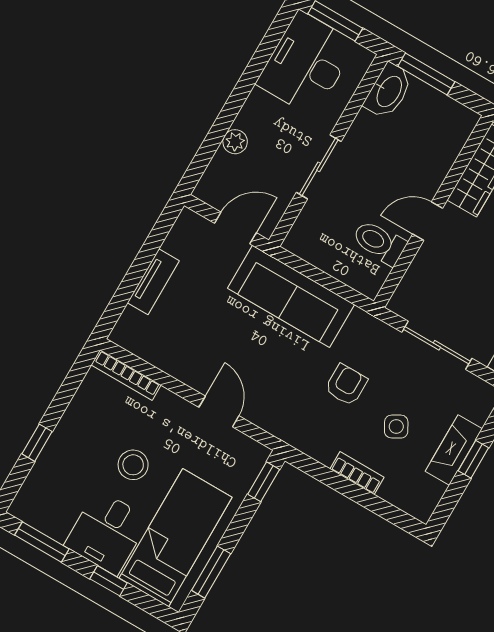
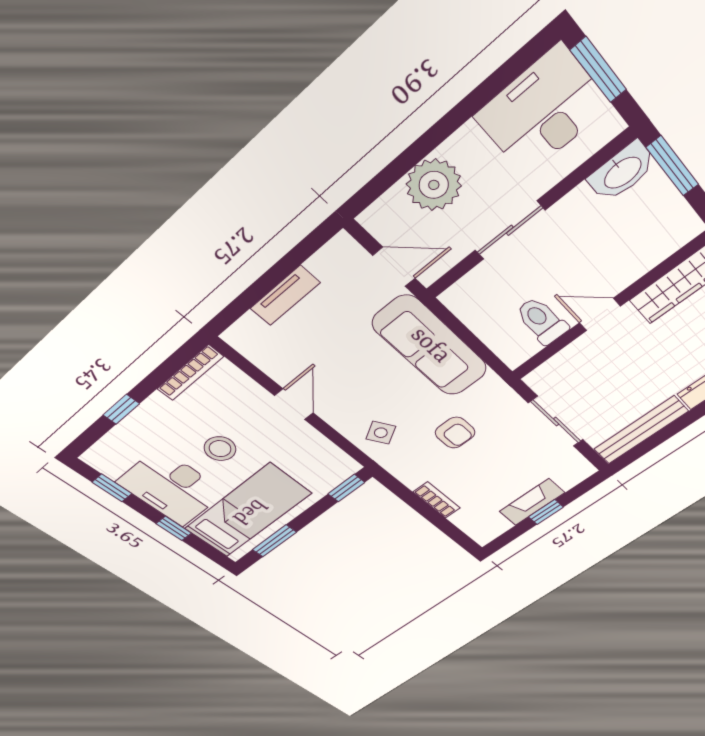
plant: (235, 142) -> (434, 185), width x1.87, depth x1.87
bookcase: (126, 375) -> (190, 373), moved, turned -90
armchair: (346, 385) -> (455, 433), turned 90
door: (219, 412) -> (294, 404), moved
side table: (396, 427) -> (381, 433), moved
desk: (107, 532) -> (171, 487), width x1.37
window: (42, 542) -> (112, 488), width x0.67

